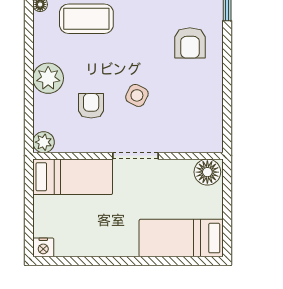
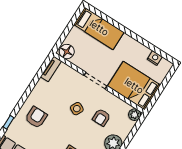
tv unit: (215, 130) -> (51, 69), added
bed: (73, 177) -> (134, 86), width x1.50
nightstand: (43, 247) -> (155, 58), moved

